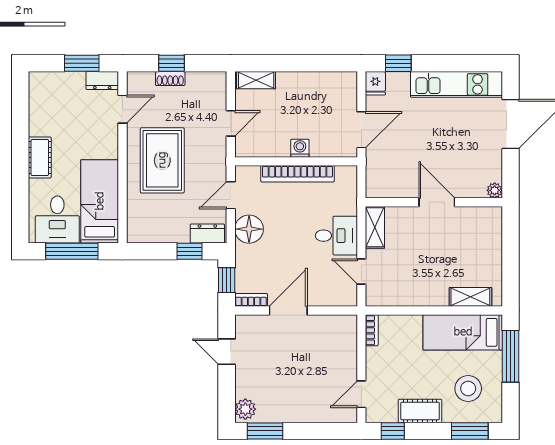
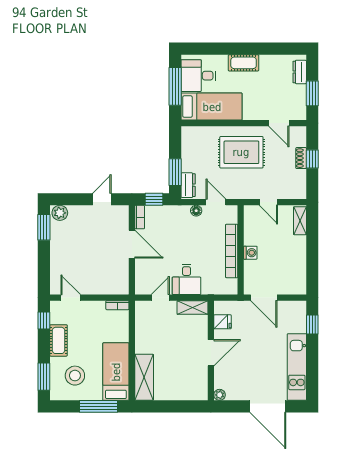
dresser: (102, 81) -> (300, 72), moved
fridge: (375, 83) -> (222, 322), moved, turned 180
floor lamp: (249, 229) -> (196, 211), width x0.53, depth x0.53
window: (189, 251) -> (175, 172), width x1.50
shelving: (470, 297) -> (144, 377), width x1.50, depth x1.33

